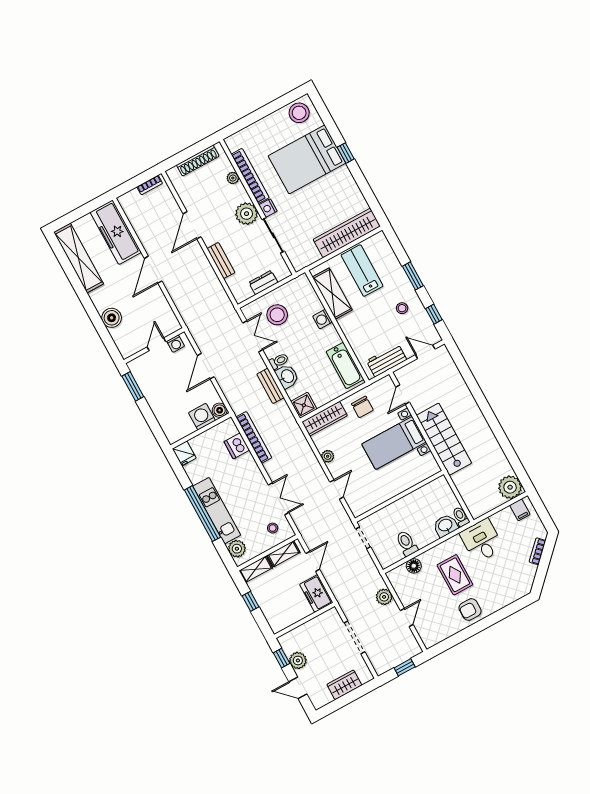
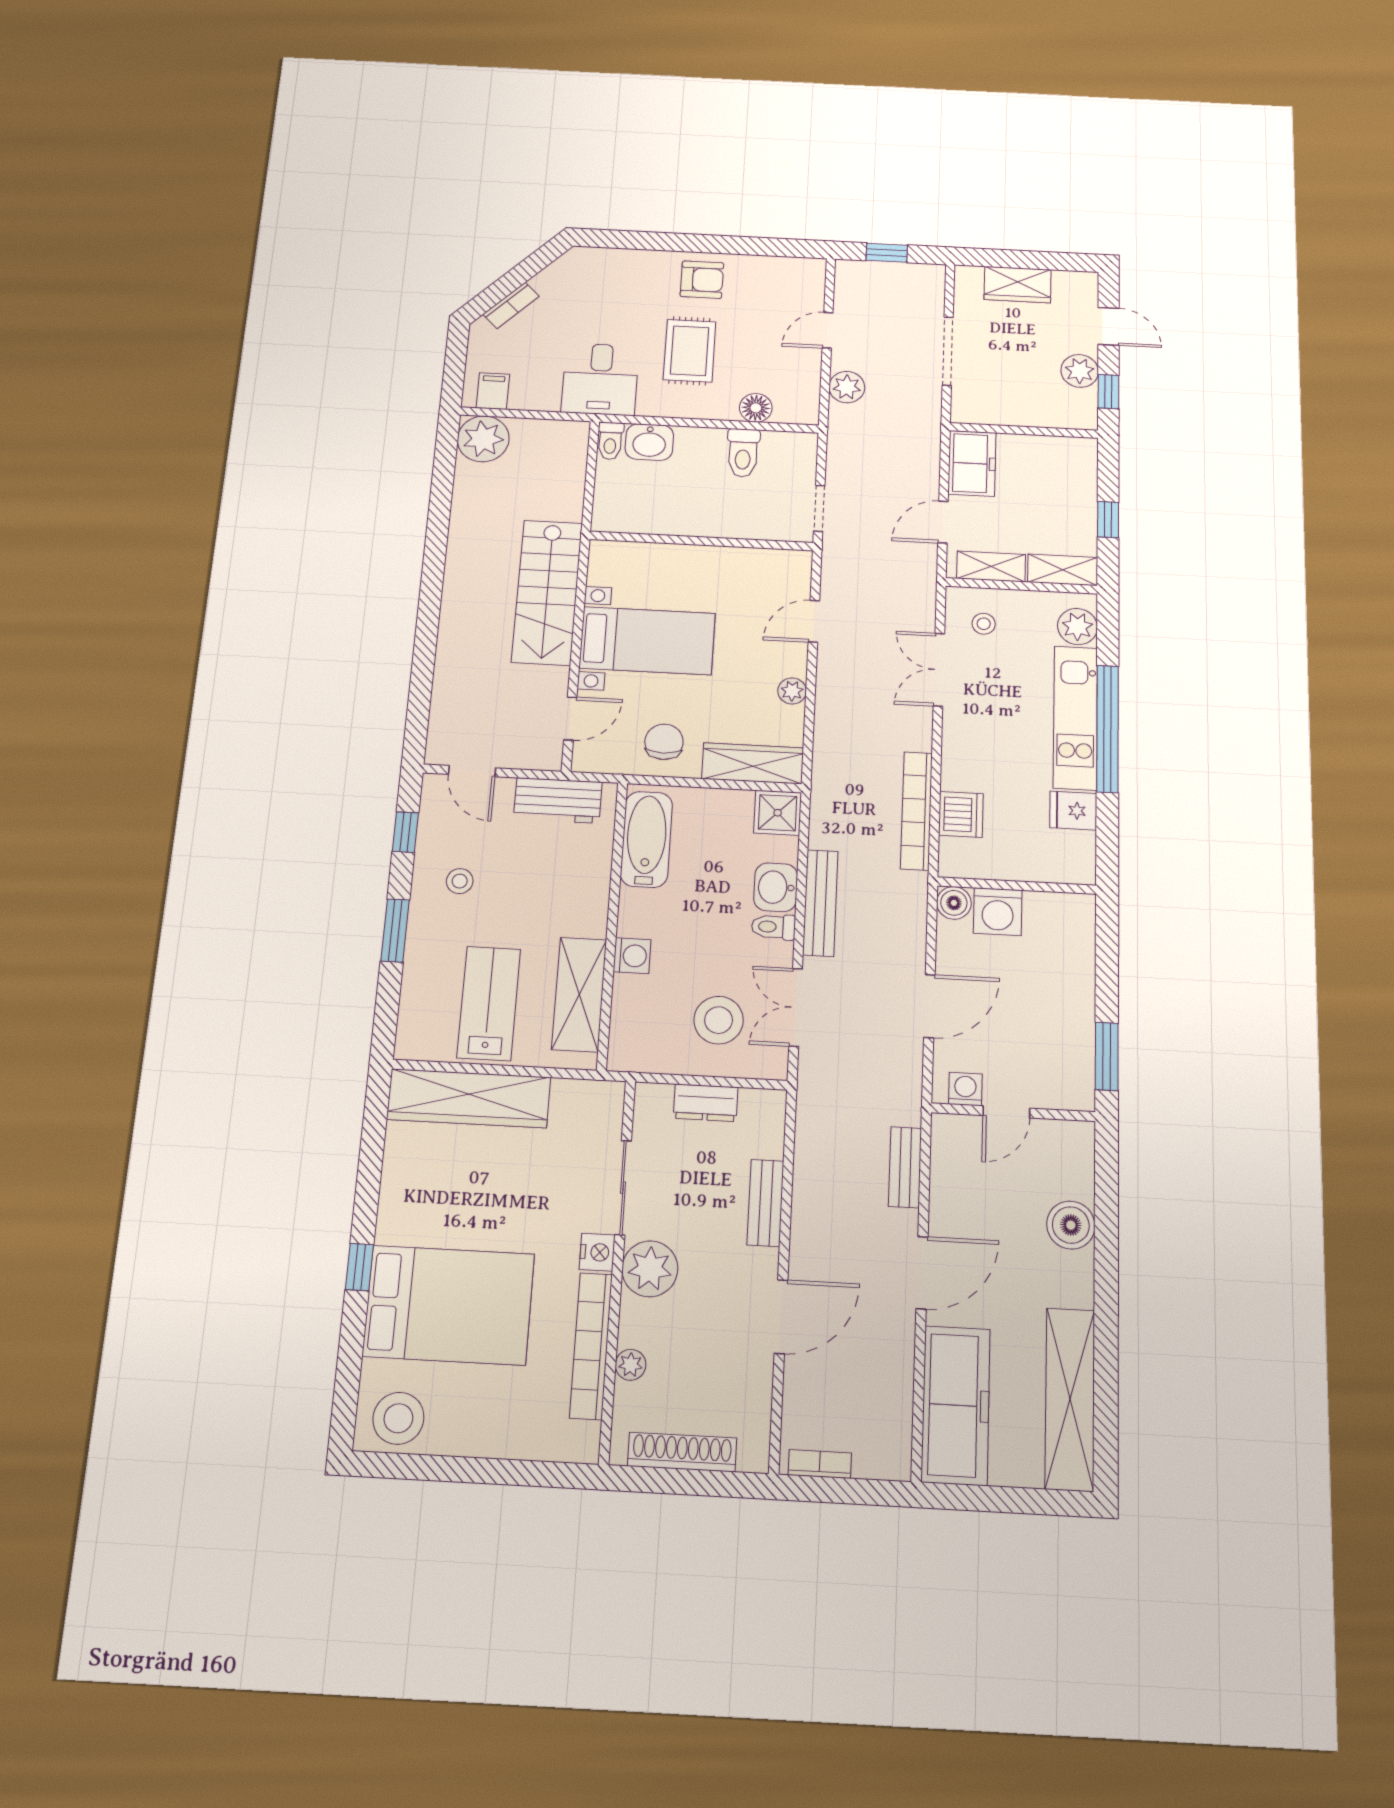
lab bench: (362, 271) -> (489, 1003), turned 180
bench: (180, 303) -> (905, 1167), added
bench: (270, 386) -> (820, 903), width x1.36
fridge: (184, 453) -> (1073, 811), moved, turned -90

